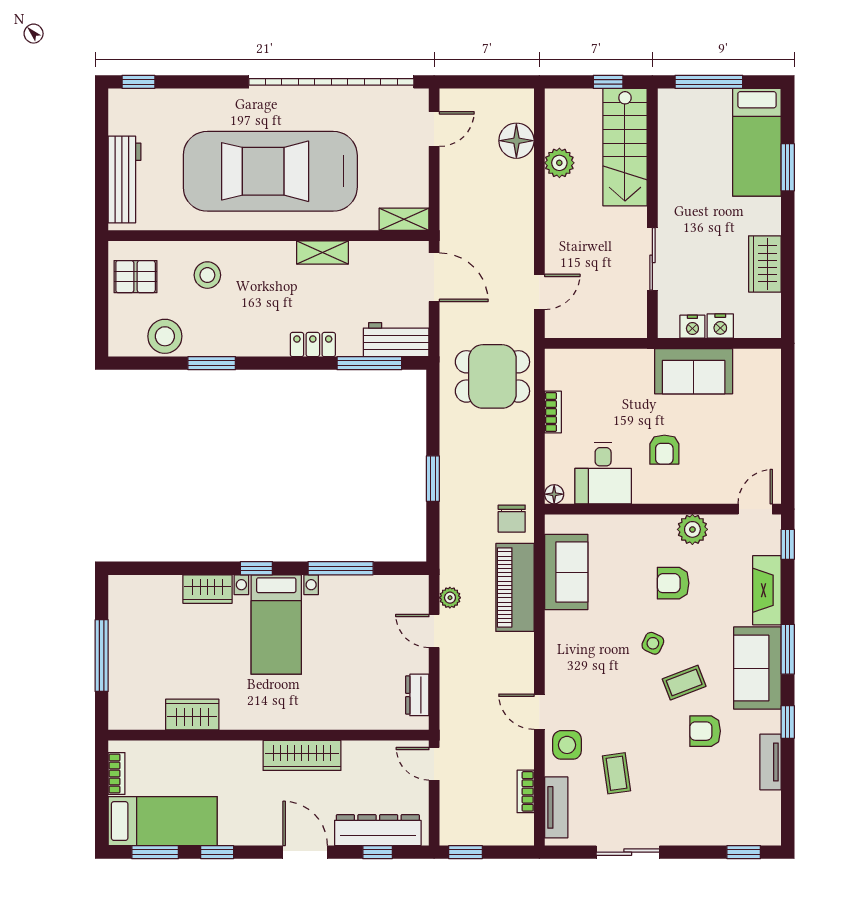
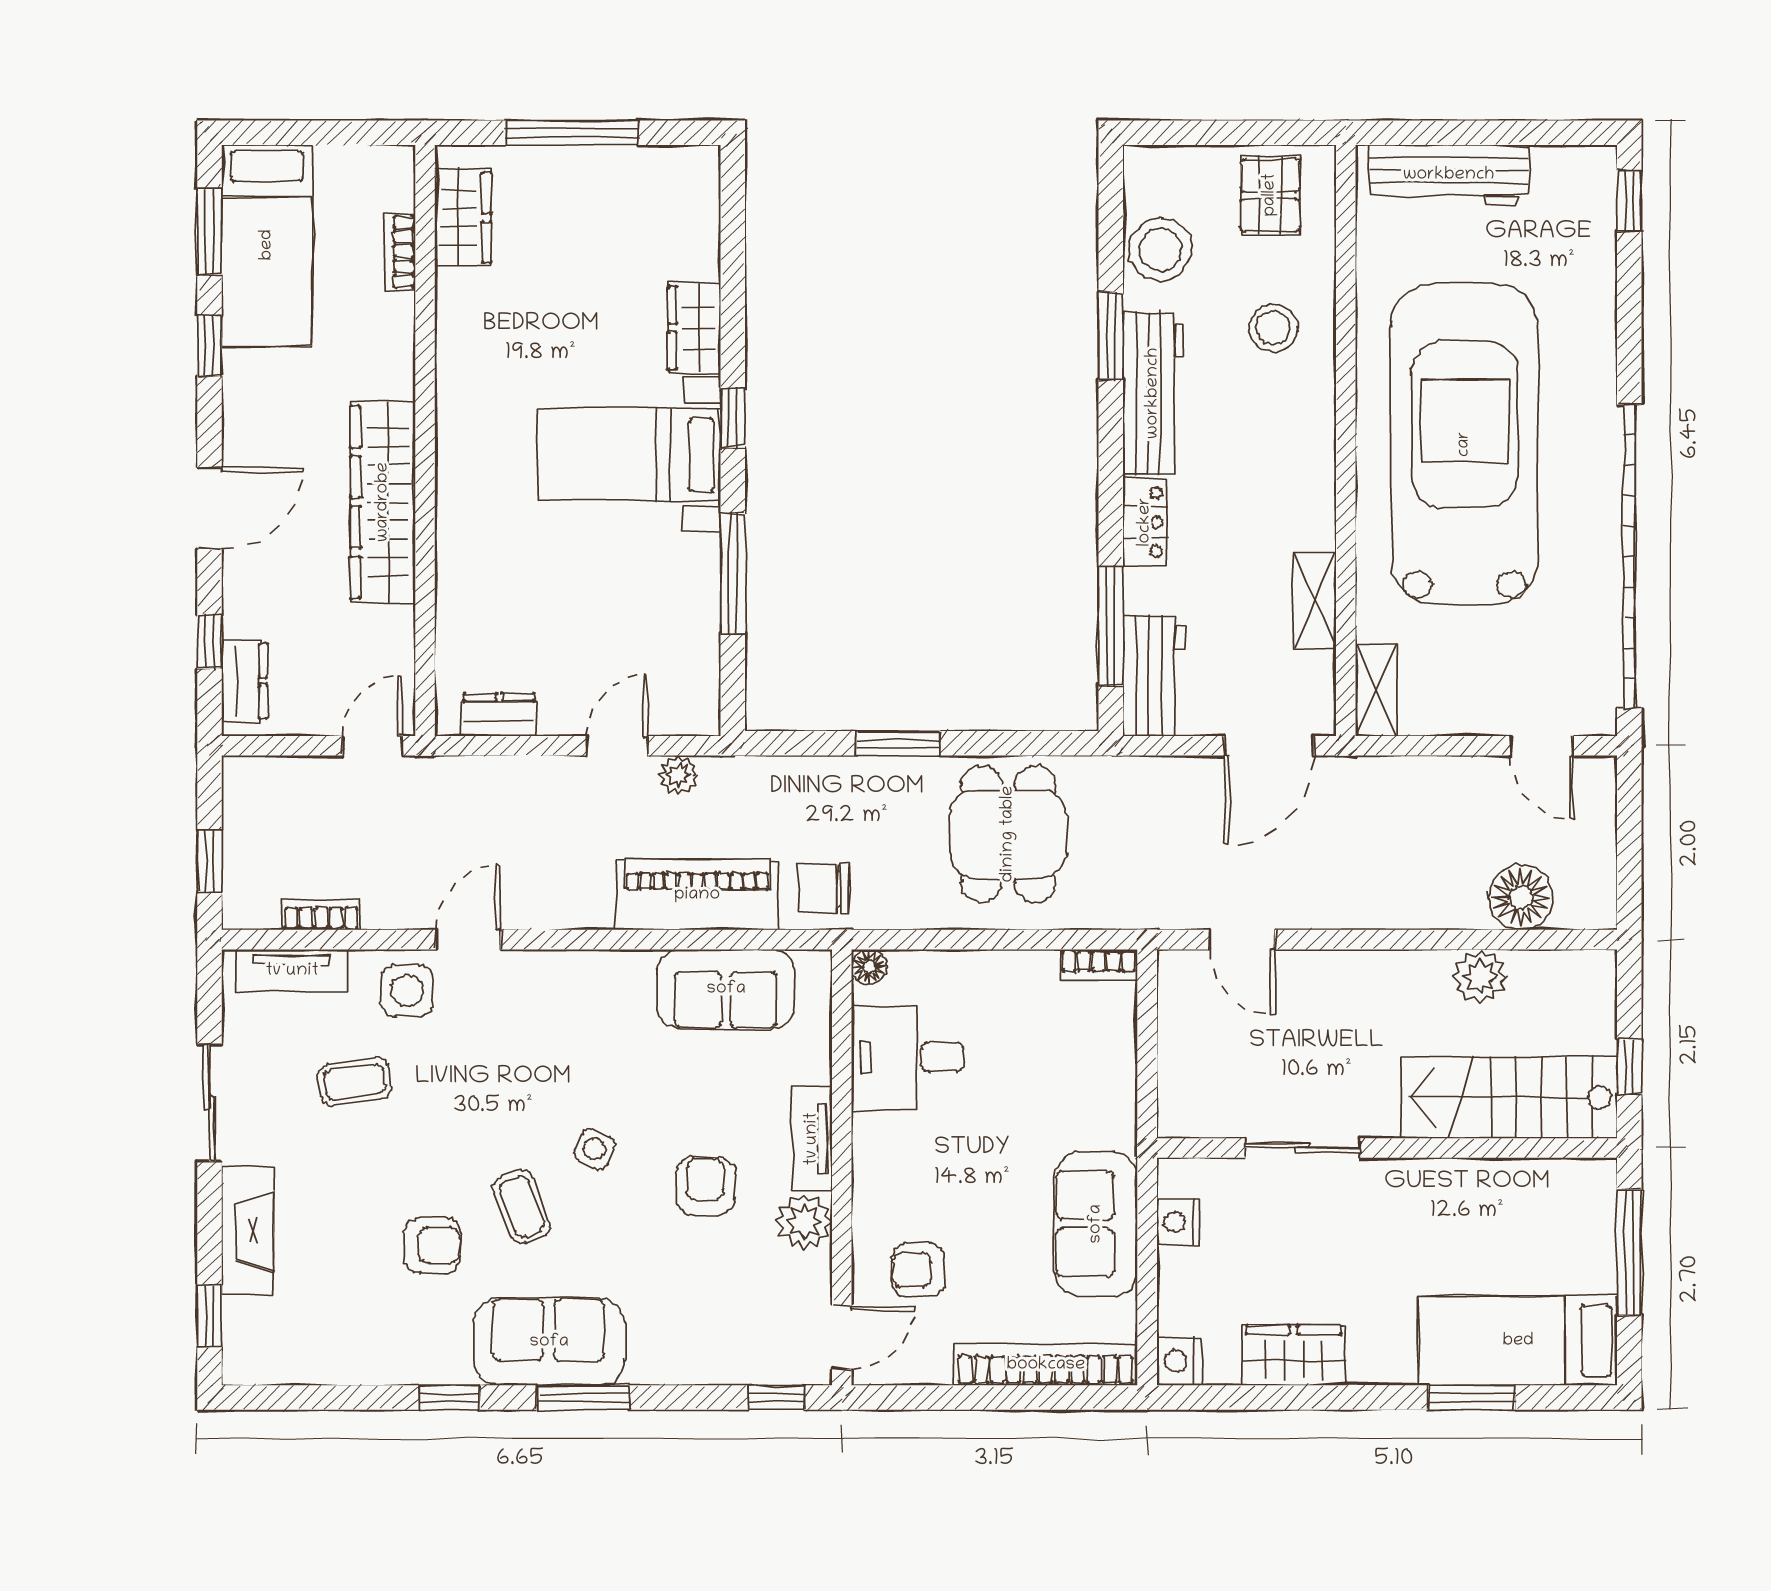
shelving: (323, 253) -> (1315, 600), moved
nightstand: (720, 326) -> (1179, 1361), moved
workbench: (243, 340) -> (1153, 393), added
dining table: (492, 376) -> (1008, 834), moved
bookcase: (770, 398) -> (1046, 1365), added
bookcase: (553, 412) -> (1099, 965), moved
armchair: (664, 450) -> (918, 1270), moved
door: (755, 509) -> (842, 1338), hinge flipped
fireplace: (767, 590) -> (248, 1231), moved, turned 90
wardrobe: (192, 714) -> (463, 217), moved
armchair: (705, 731) -> (432, 1245), turned 90
wardrobe: (302, 755) -> (383, 502), width x1.40, depth x1.17
tv unit: (771, 762) -> (812, 1139), moved, turned -90
bookcase: (117, 774) -> (400, 252), moved, turned 90
dresser: (378, 830) -> (244, 681), width x0.51, depth x0.80
window: (465, 852) -> (209, 861), moved

